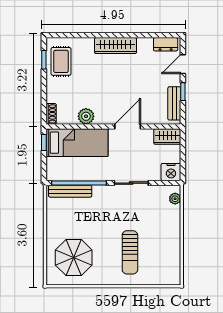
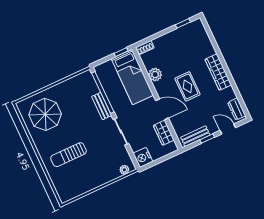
rug: (61, 61) -> (188, 86), moved, turned 90
wardrobe: (167, 137) -> (164, 133), moved
bench: (70, 191) -> (102, 106), moved, width x0.73

